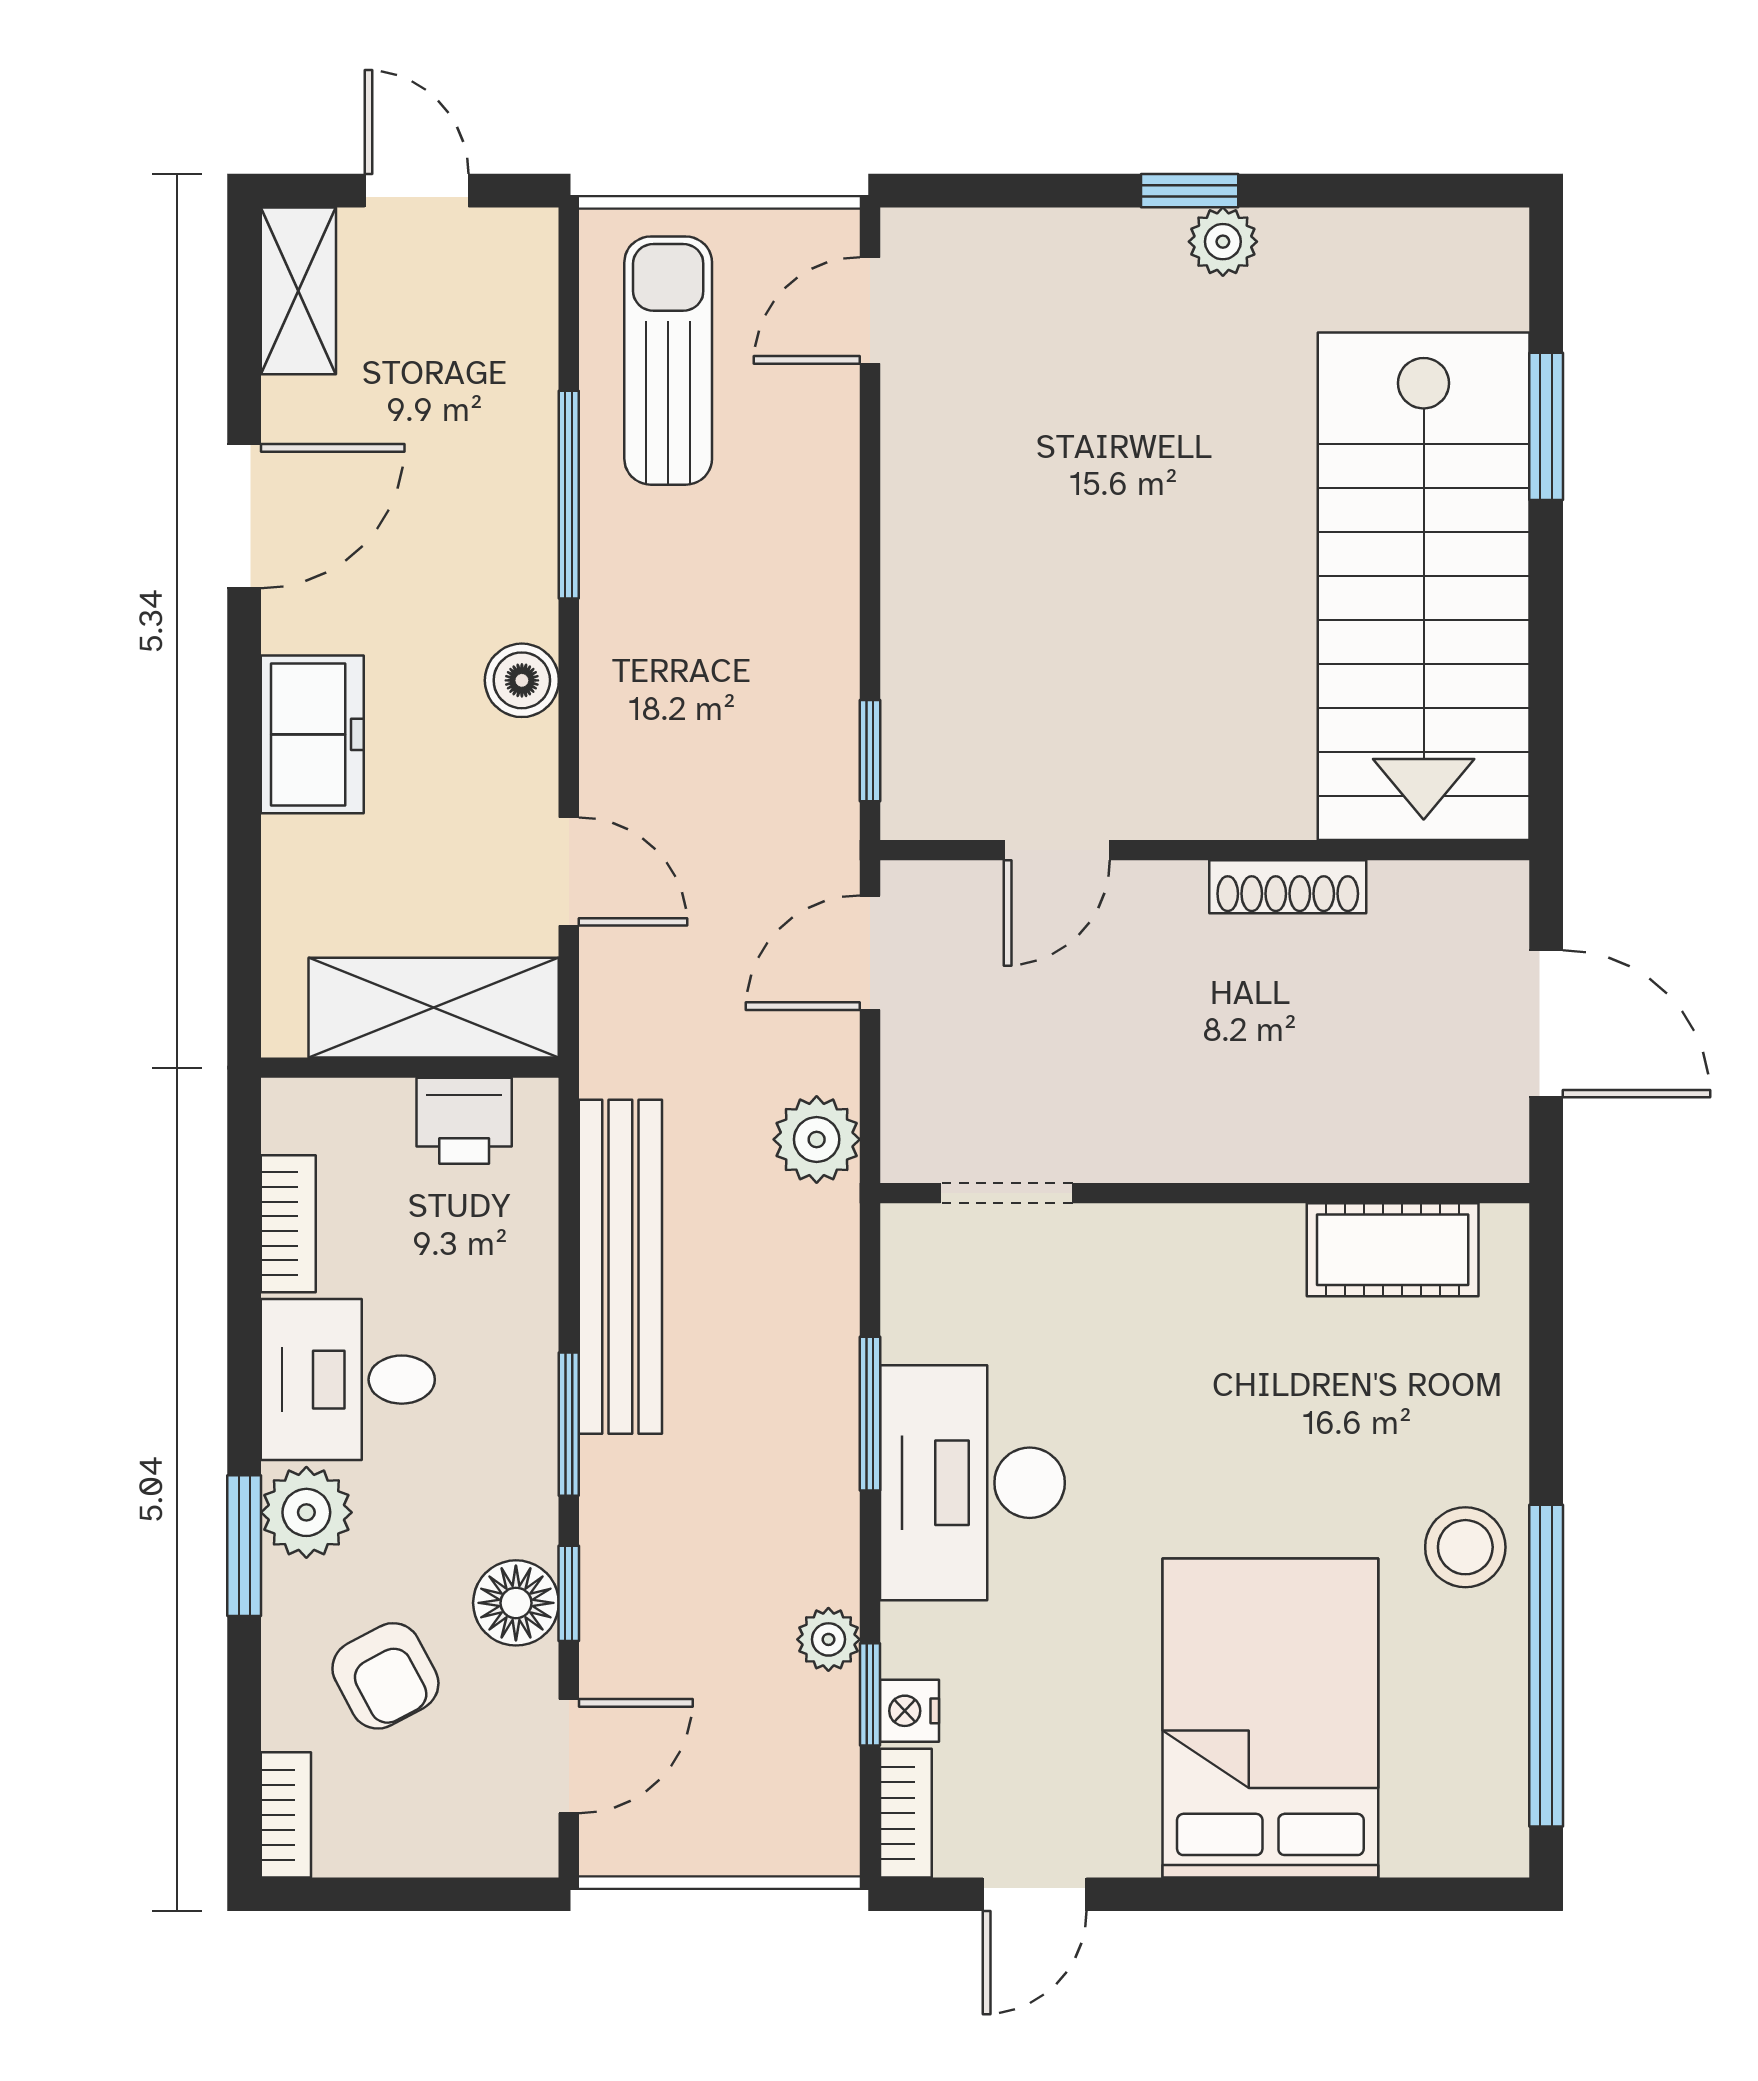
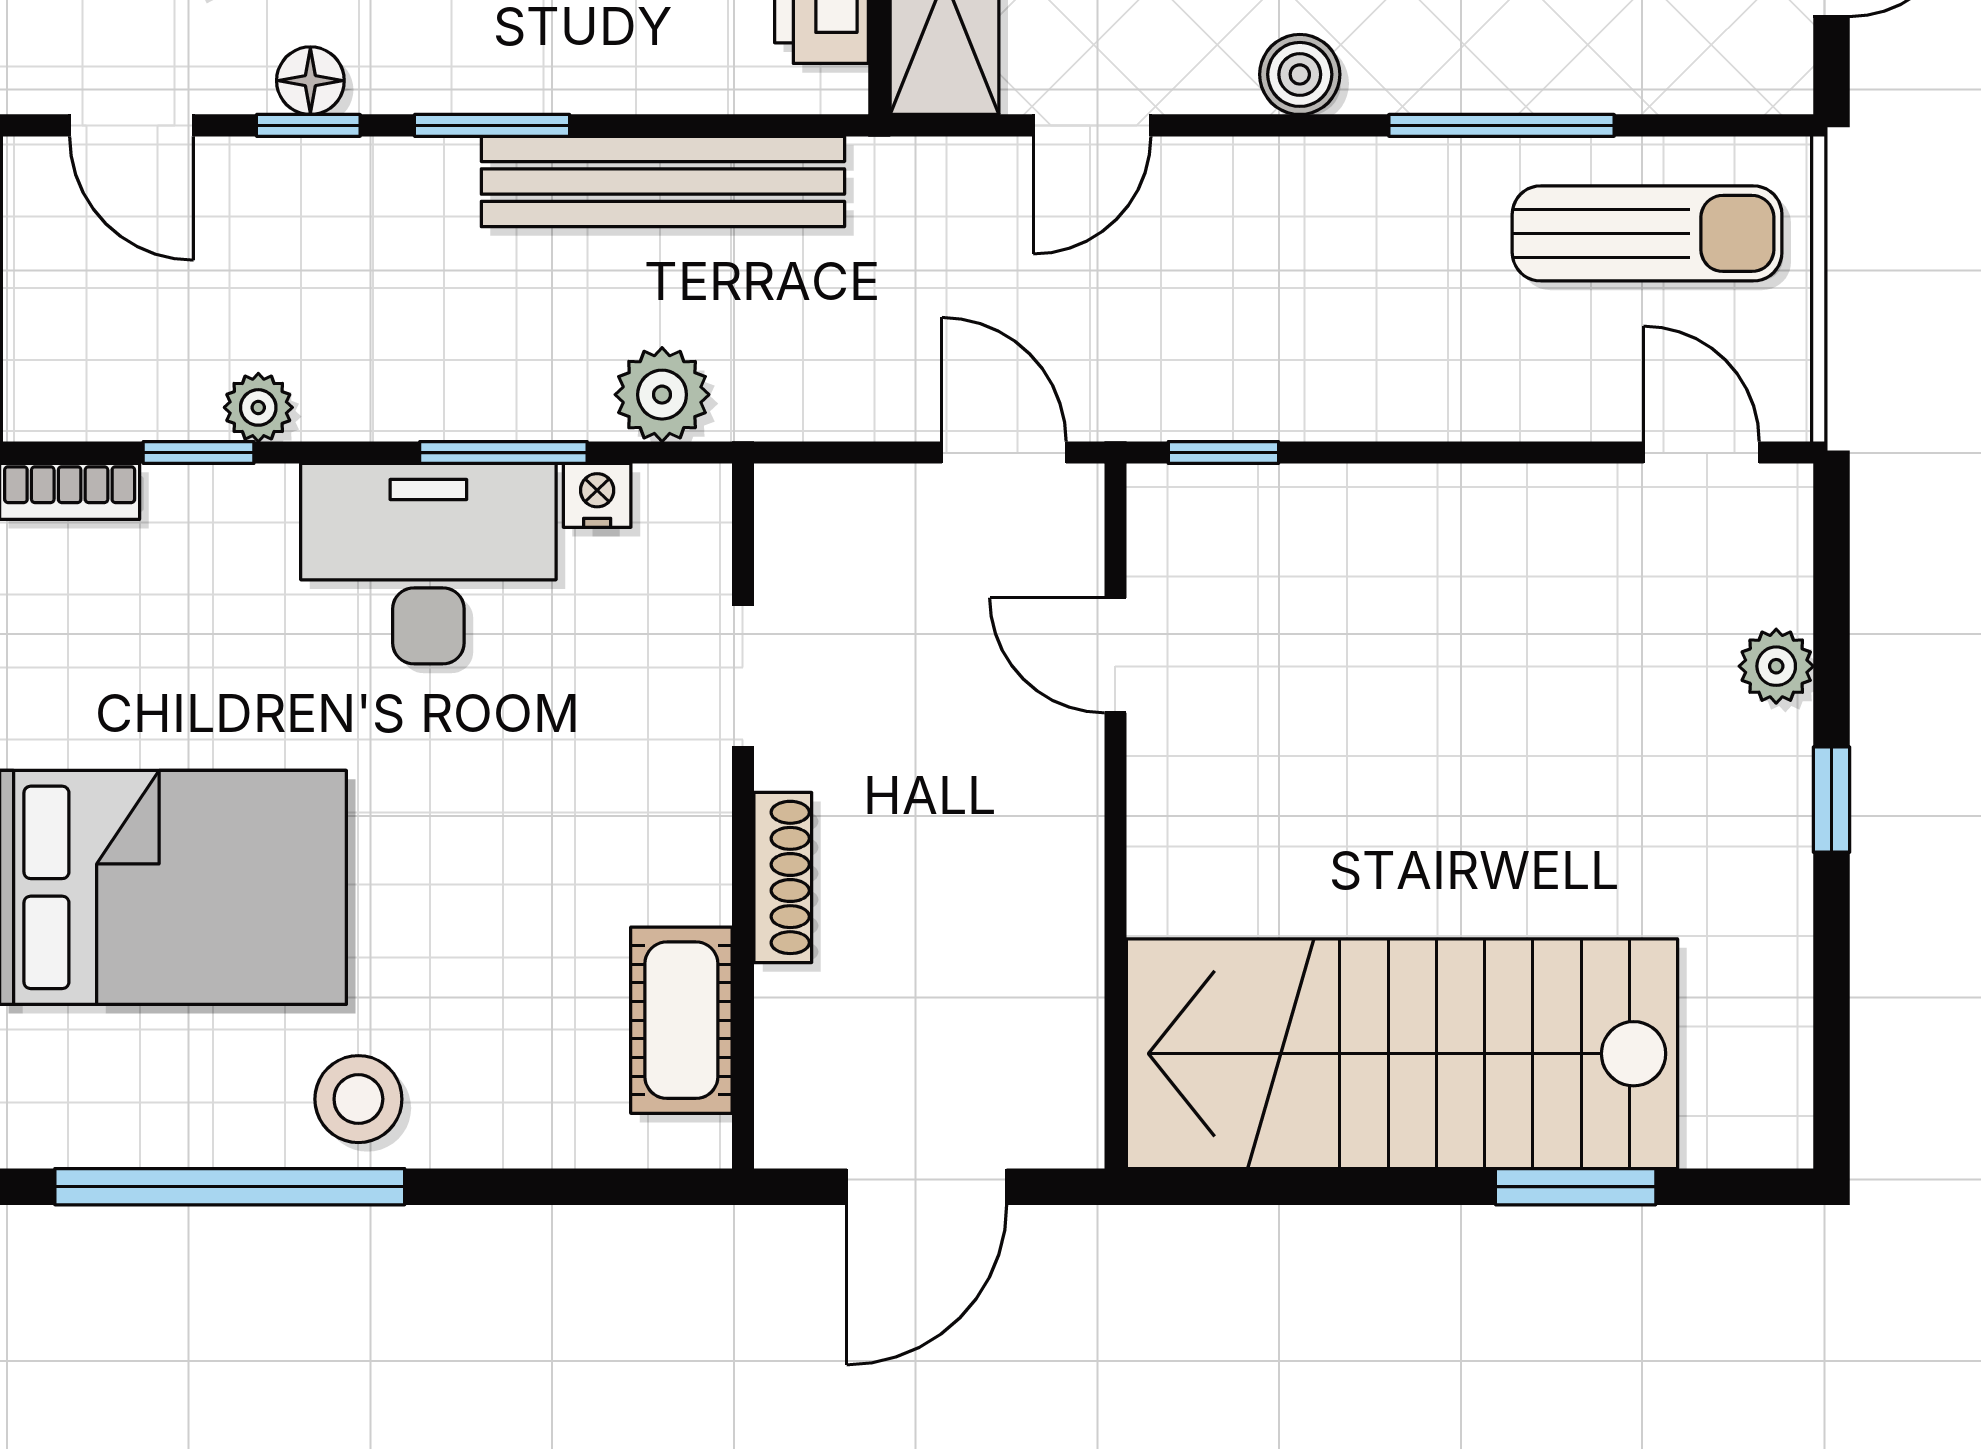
plant: (1223, 242) -> (1776, 666), moved
shoe rack: (1288, 887) -> (783, 877), moved, turned 180
plant: (817, 1139) -> (662, 395), moved
doorway: (1007, 1193) -> (743, 676), moved
floor lamp: (516, 1603) -> (310, 81), width x0.73, depth x0.73
nightstand: (909, 1711) -> (597, 495), moved

